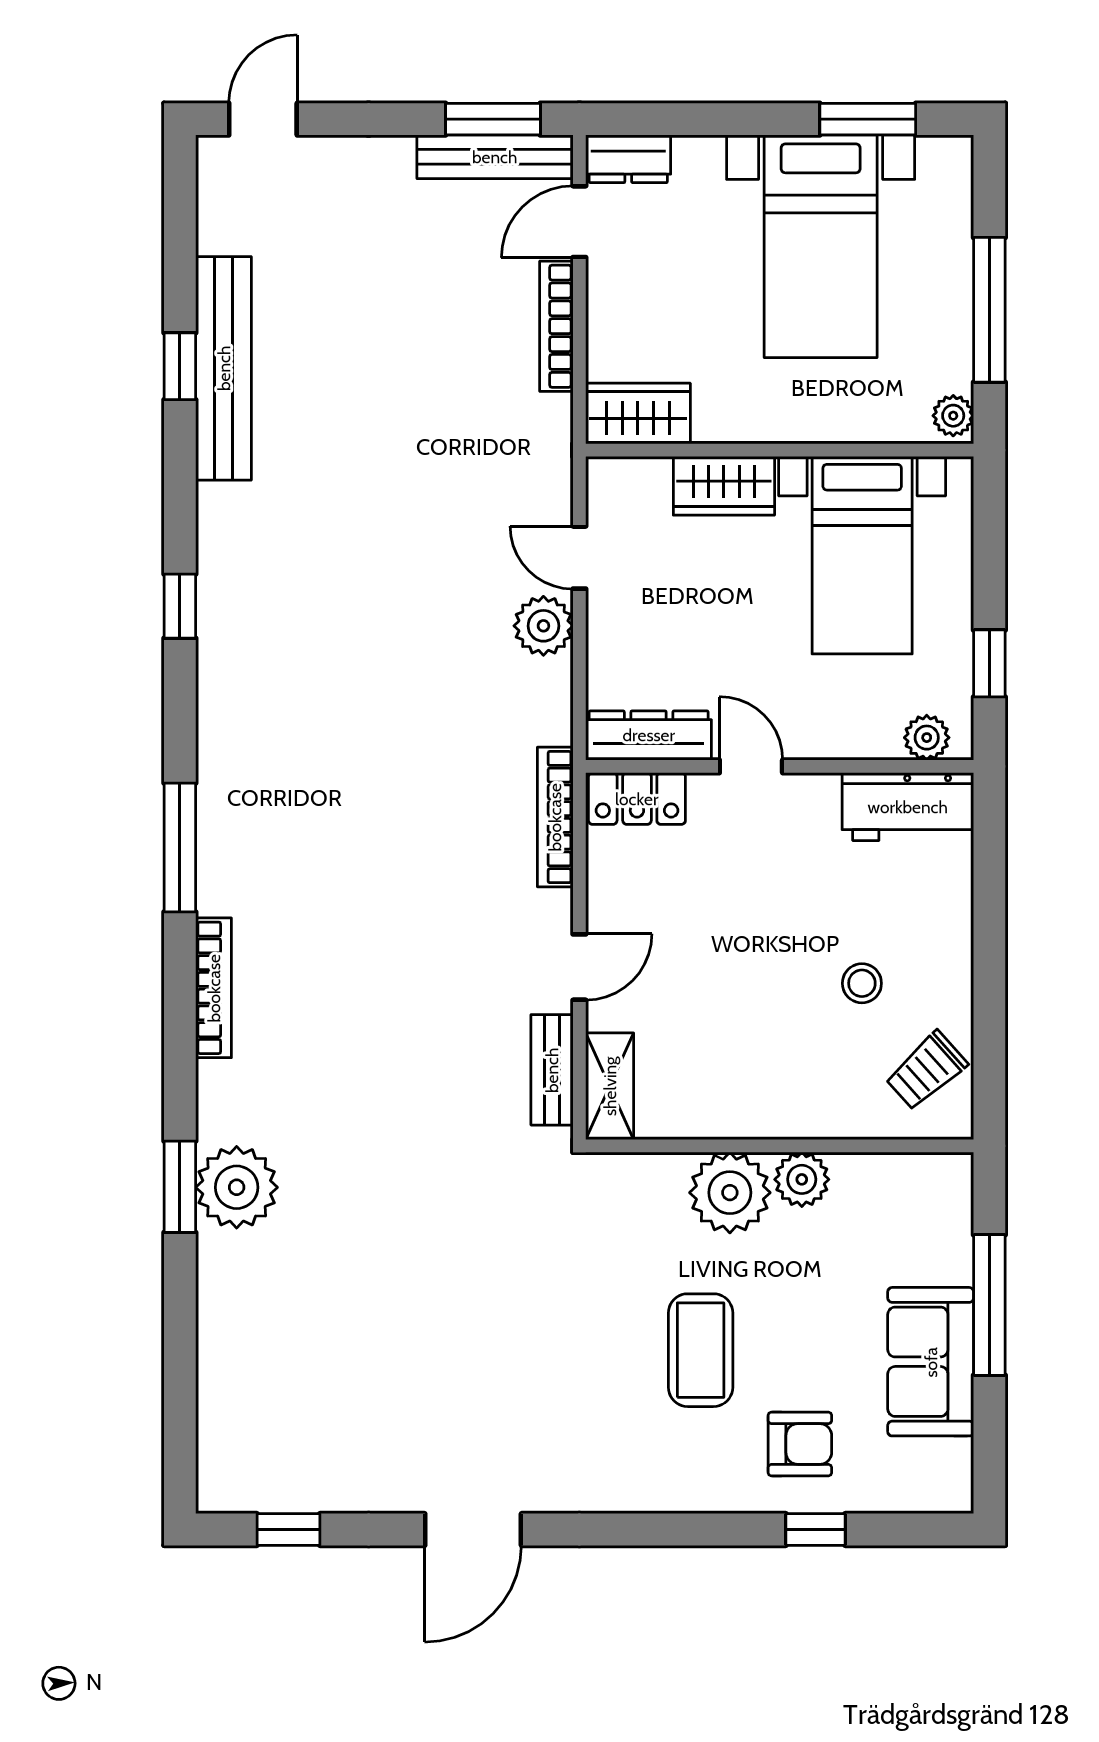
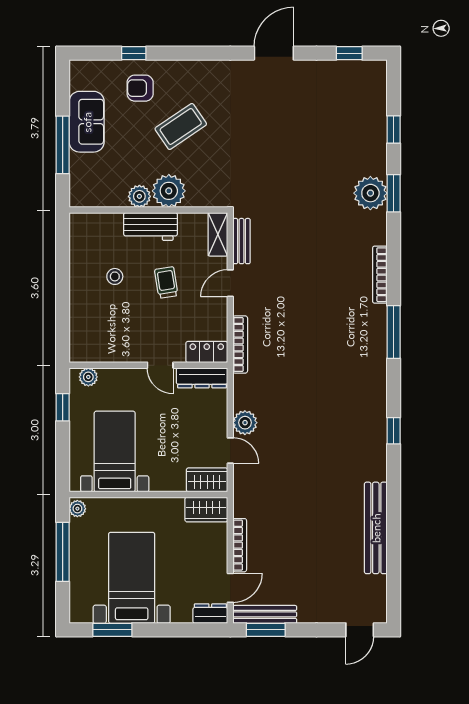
window: (180, 366) -> (394, 130), moved
wardrobe: (724, 486) -> (207, 480), moved
workbench: (908, 807) -> (150, 226), moved, turned 180
trolley: (926, 1071) -> (166, 282), moved, turned -57
coffee table: (701, 1350) -> (181, 126), turned 56

